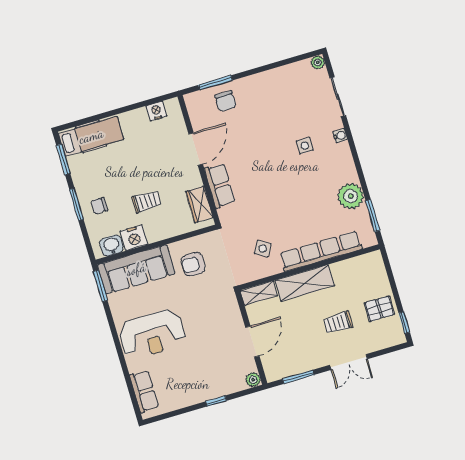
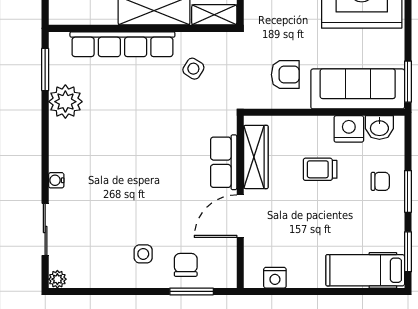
side table: (305, 146) -> (143, 254), moved
wardrobe: (199, 204) -> (256, 157), width x1.50

